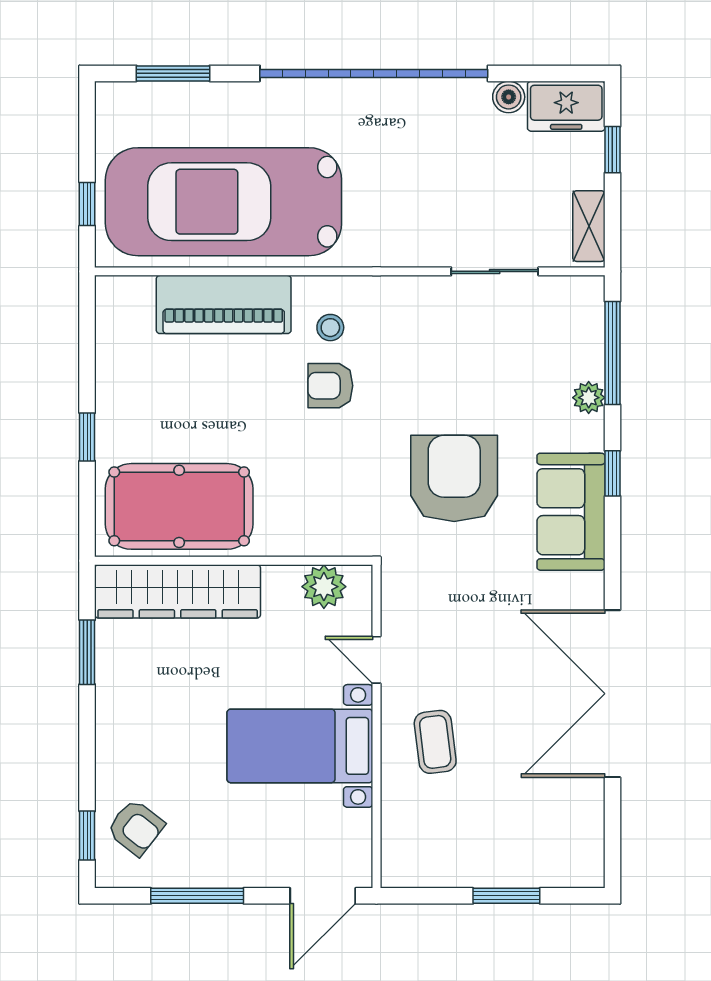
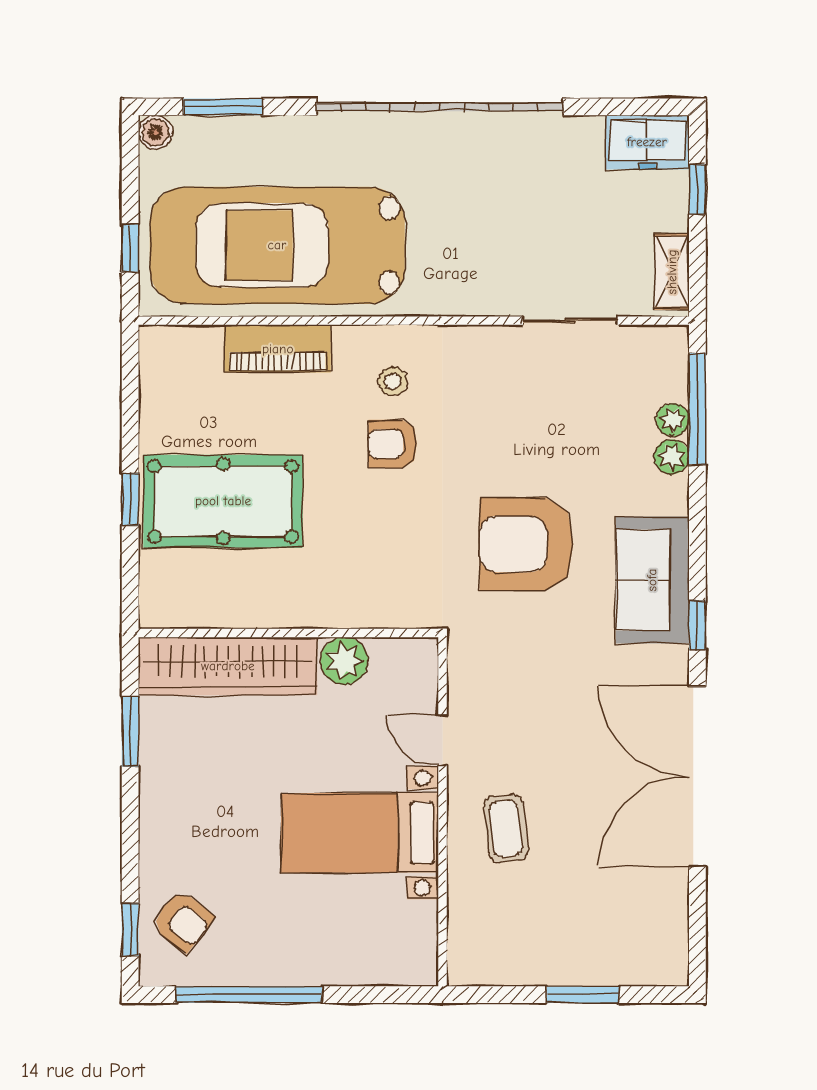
boiler: (509, 97) -> (155, 132), moved
piano: (224, 304) -> (278, 349), width x0.73, depth x0.75
plant: (590, 363) -> (673, 420), added
window: (612, 473) -> (697, 625), moved
armchair: (454, 478) -> (526, 544), turned -90
pool table: (179, 506) -> (223, 501), moved
plant: (324, 587) -> (344, 661), moved
window: (197, 896) -> (249, 995), width x1.46
door: (323, 896) -> (385, 995), removed

